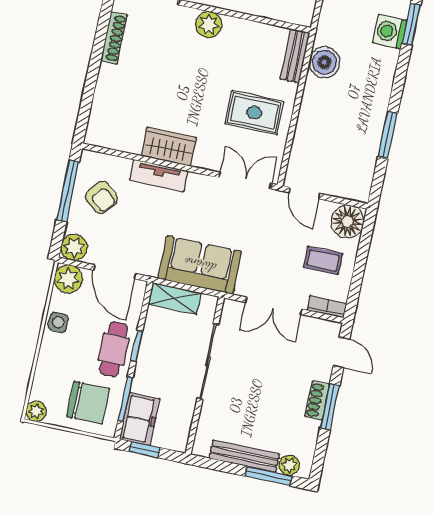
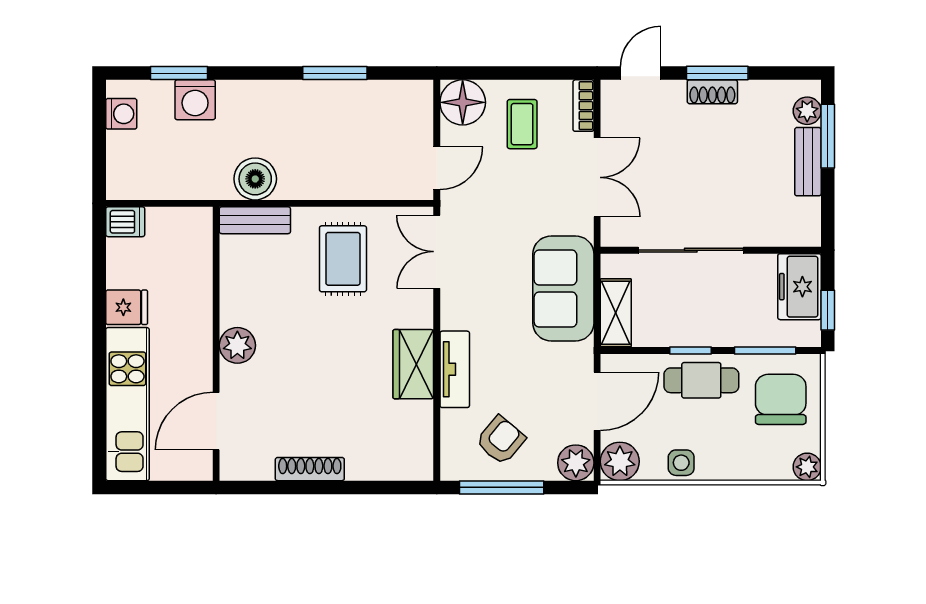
shoe rack: (114, 38) -> (310, 469), moved
freezer: (140, 419) -> (799, 287), moved, turned -90
bench: (244, 456) -> (808, 162), width x0.73

